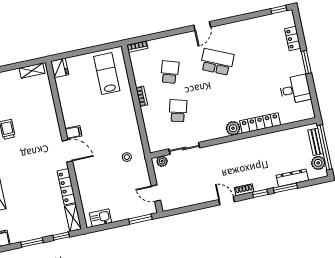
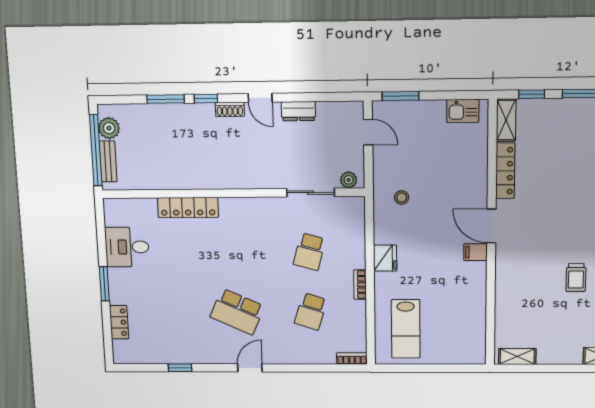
window: (279, 10) -> (180, 368), moved
fridge: (60, 68) -> (385, 258), moved, turned 180
plant: (233, 128) -> (230, 208), removed
dresser: (292, 178) -> (298, 111), moved, width x0.70

